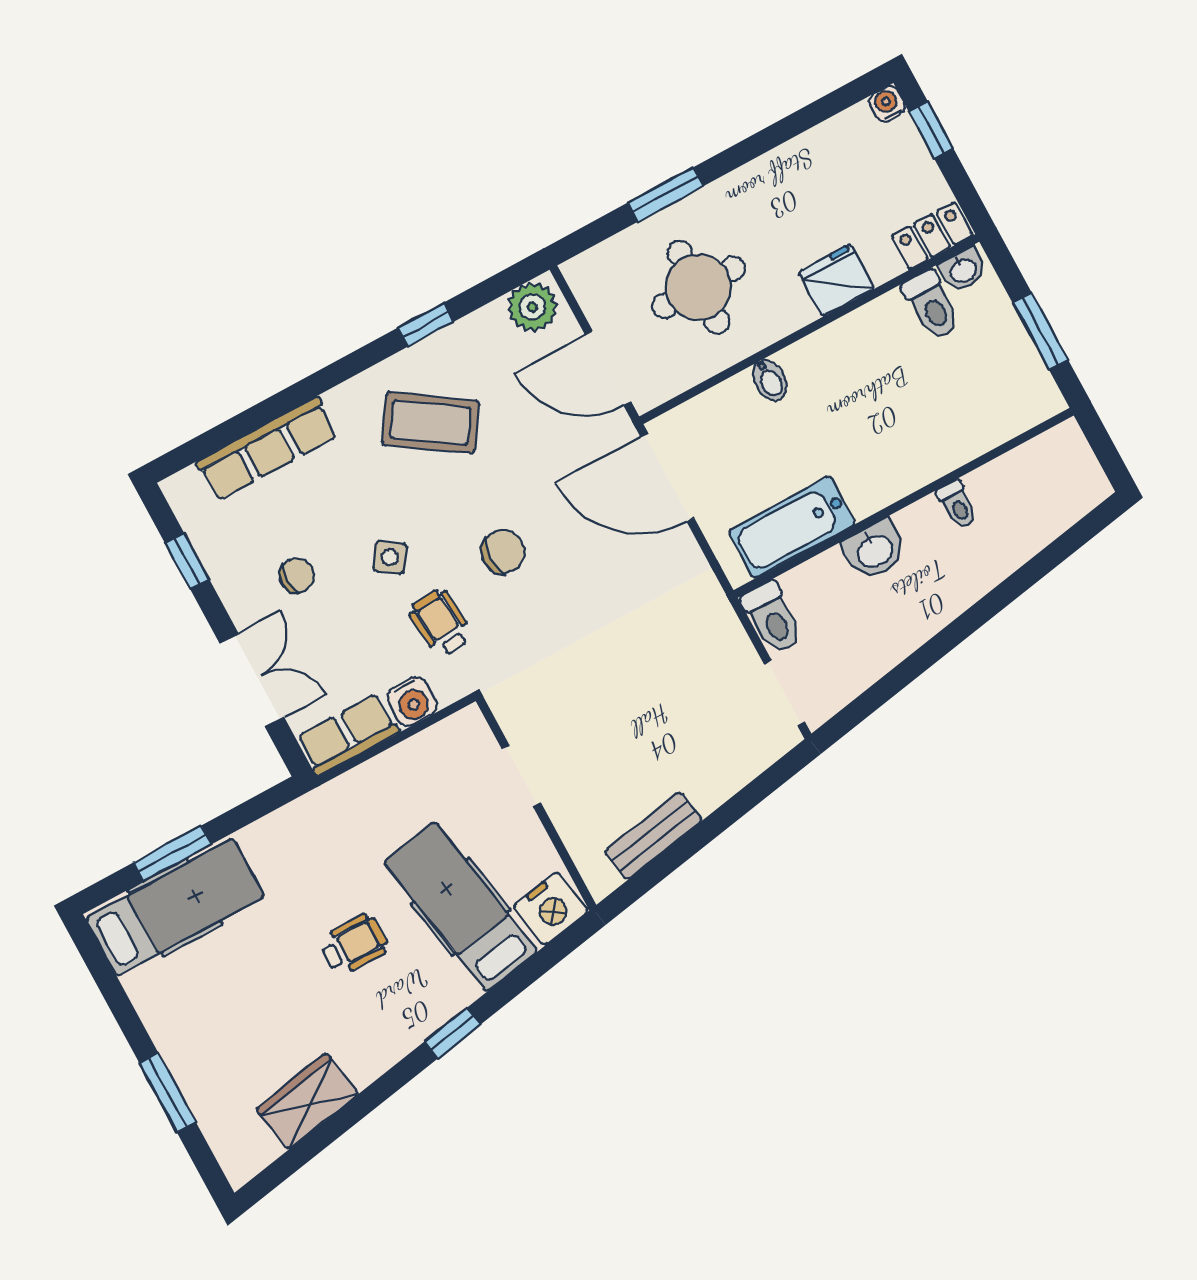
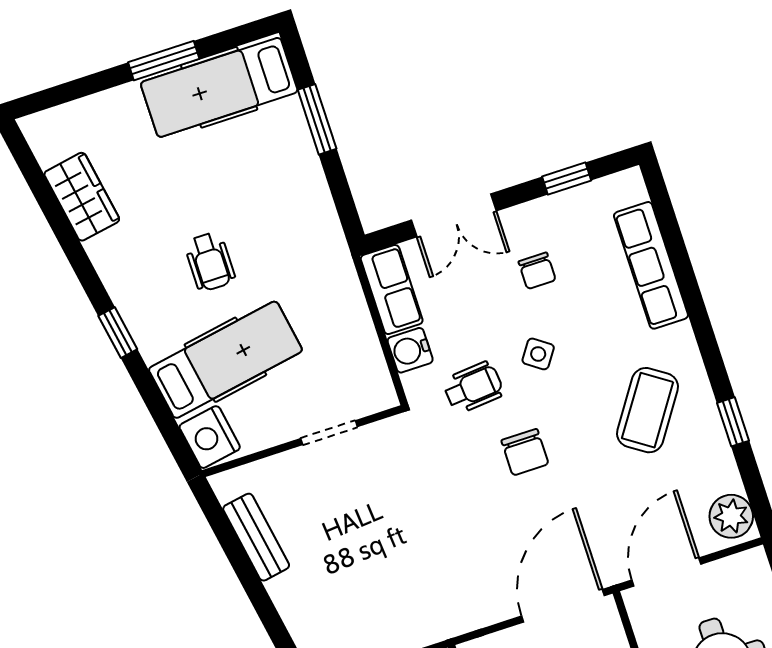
hospital bed: (175, 907) -> (219, 87), moved, turned 90
window: (168, 1093) -> (164, 61), moved

